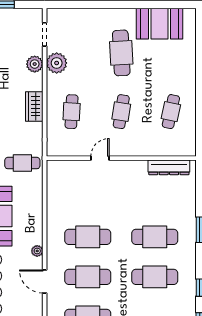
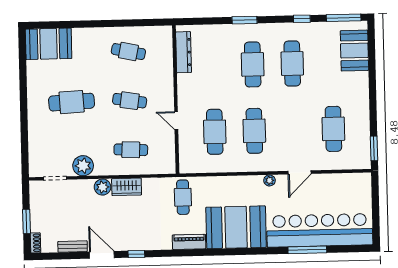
booth: (159, 24) -> (49, 44), moved, turned 90
plant: (35, 64) -> (103, 187), moved
cafe table: (88, 277) -> (215, 132), moved

